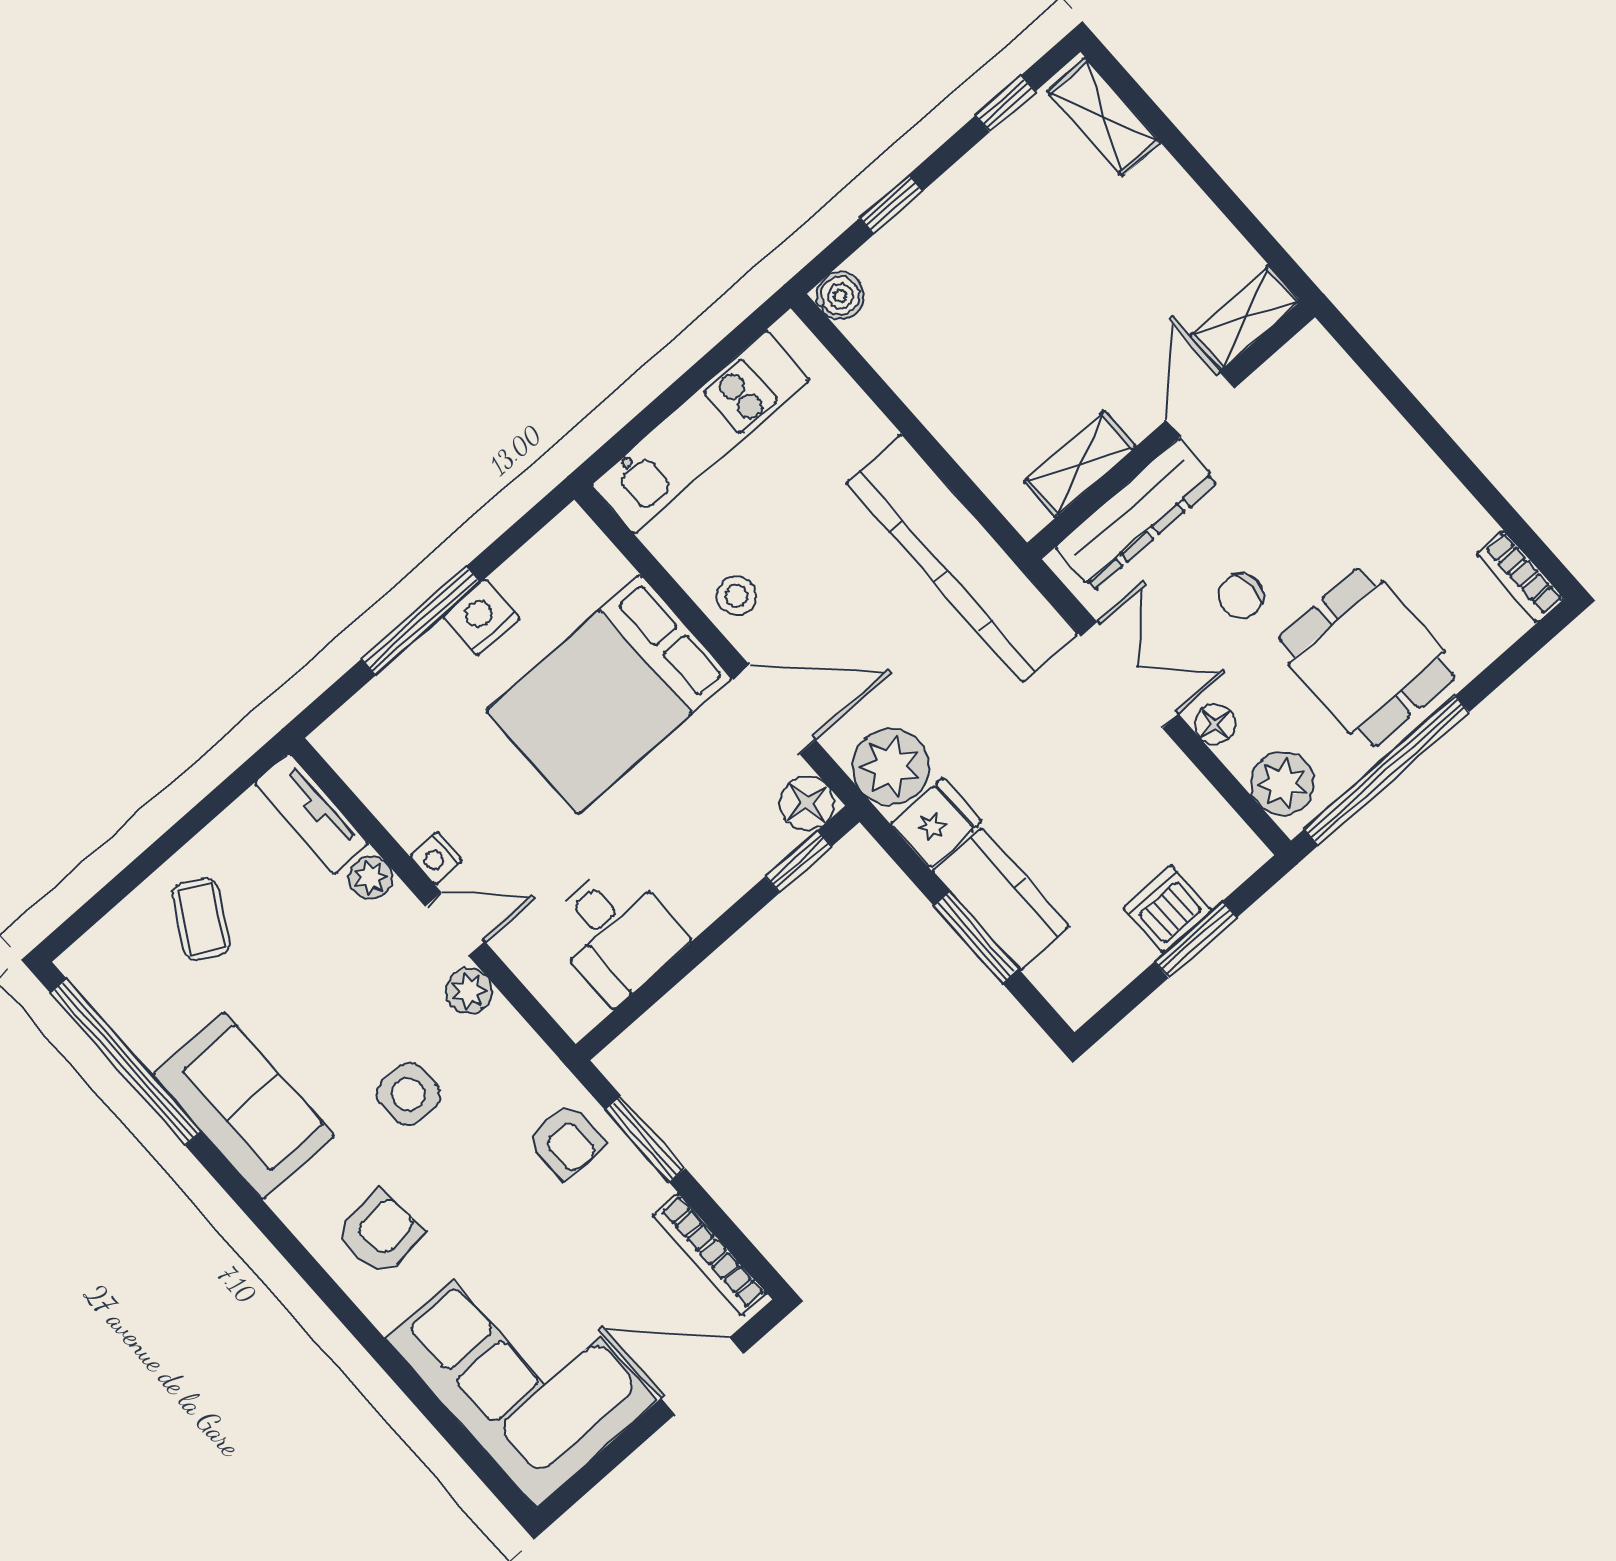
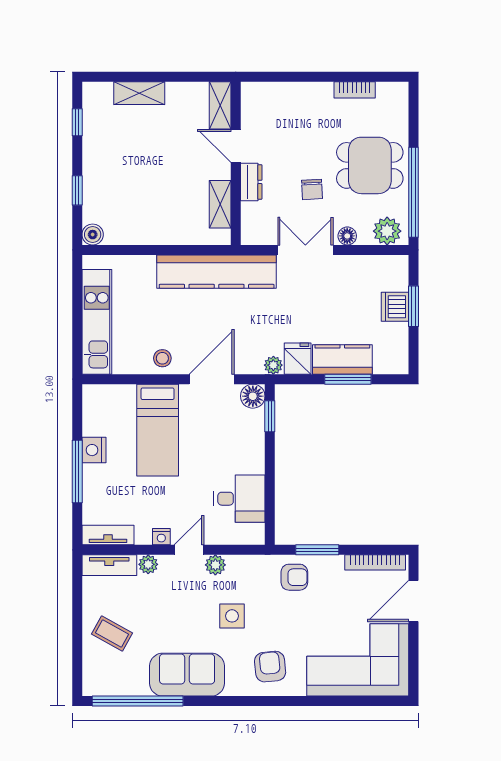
shelving: (1104, 117) -> (139, 93), moved
dresser: (1136, 515) -> (251, 182), width x0.51, depth x0.80
bookcase: (1520, 577) -> (355, 90), moved
bed: (609, 694) -> (158, 430), width x0.67
tv unit: (360, 767) -> (108, 535), added
plant: (891, 767) -> (273, 365), width x0.53, depth x0.53

